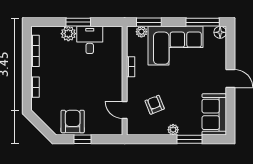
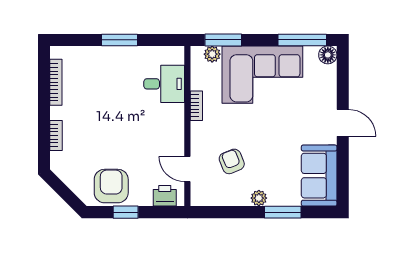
plant: (68, 34) -> (105, 57), removed
desk: (90, 40) -> (164, 84), moved, turned 90
printer: (109, 128) -> (165, 196), added

